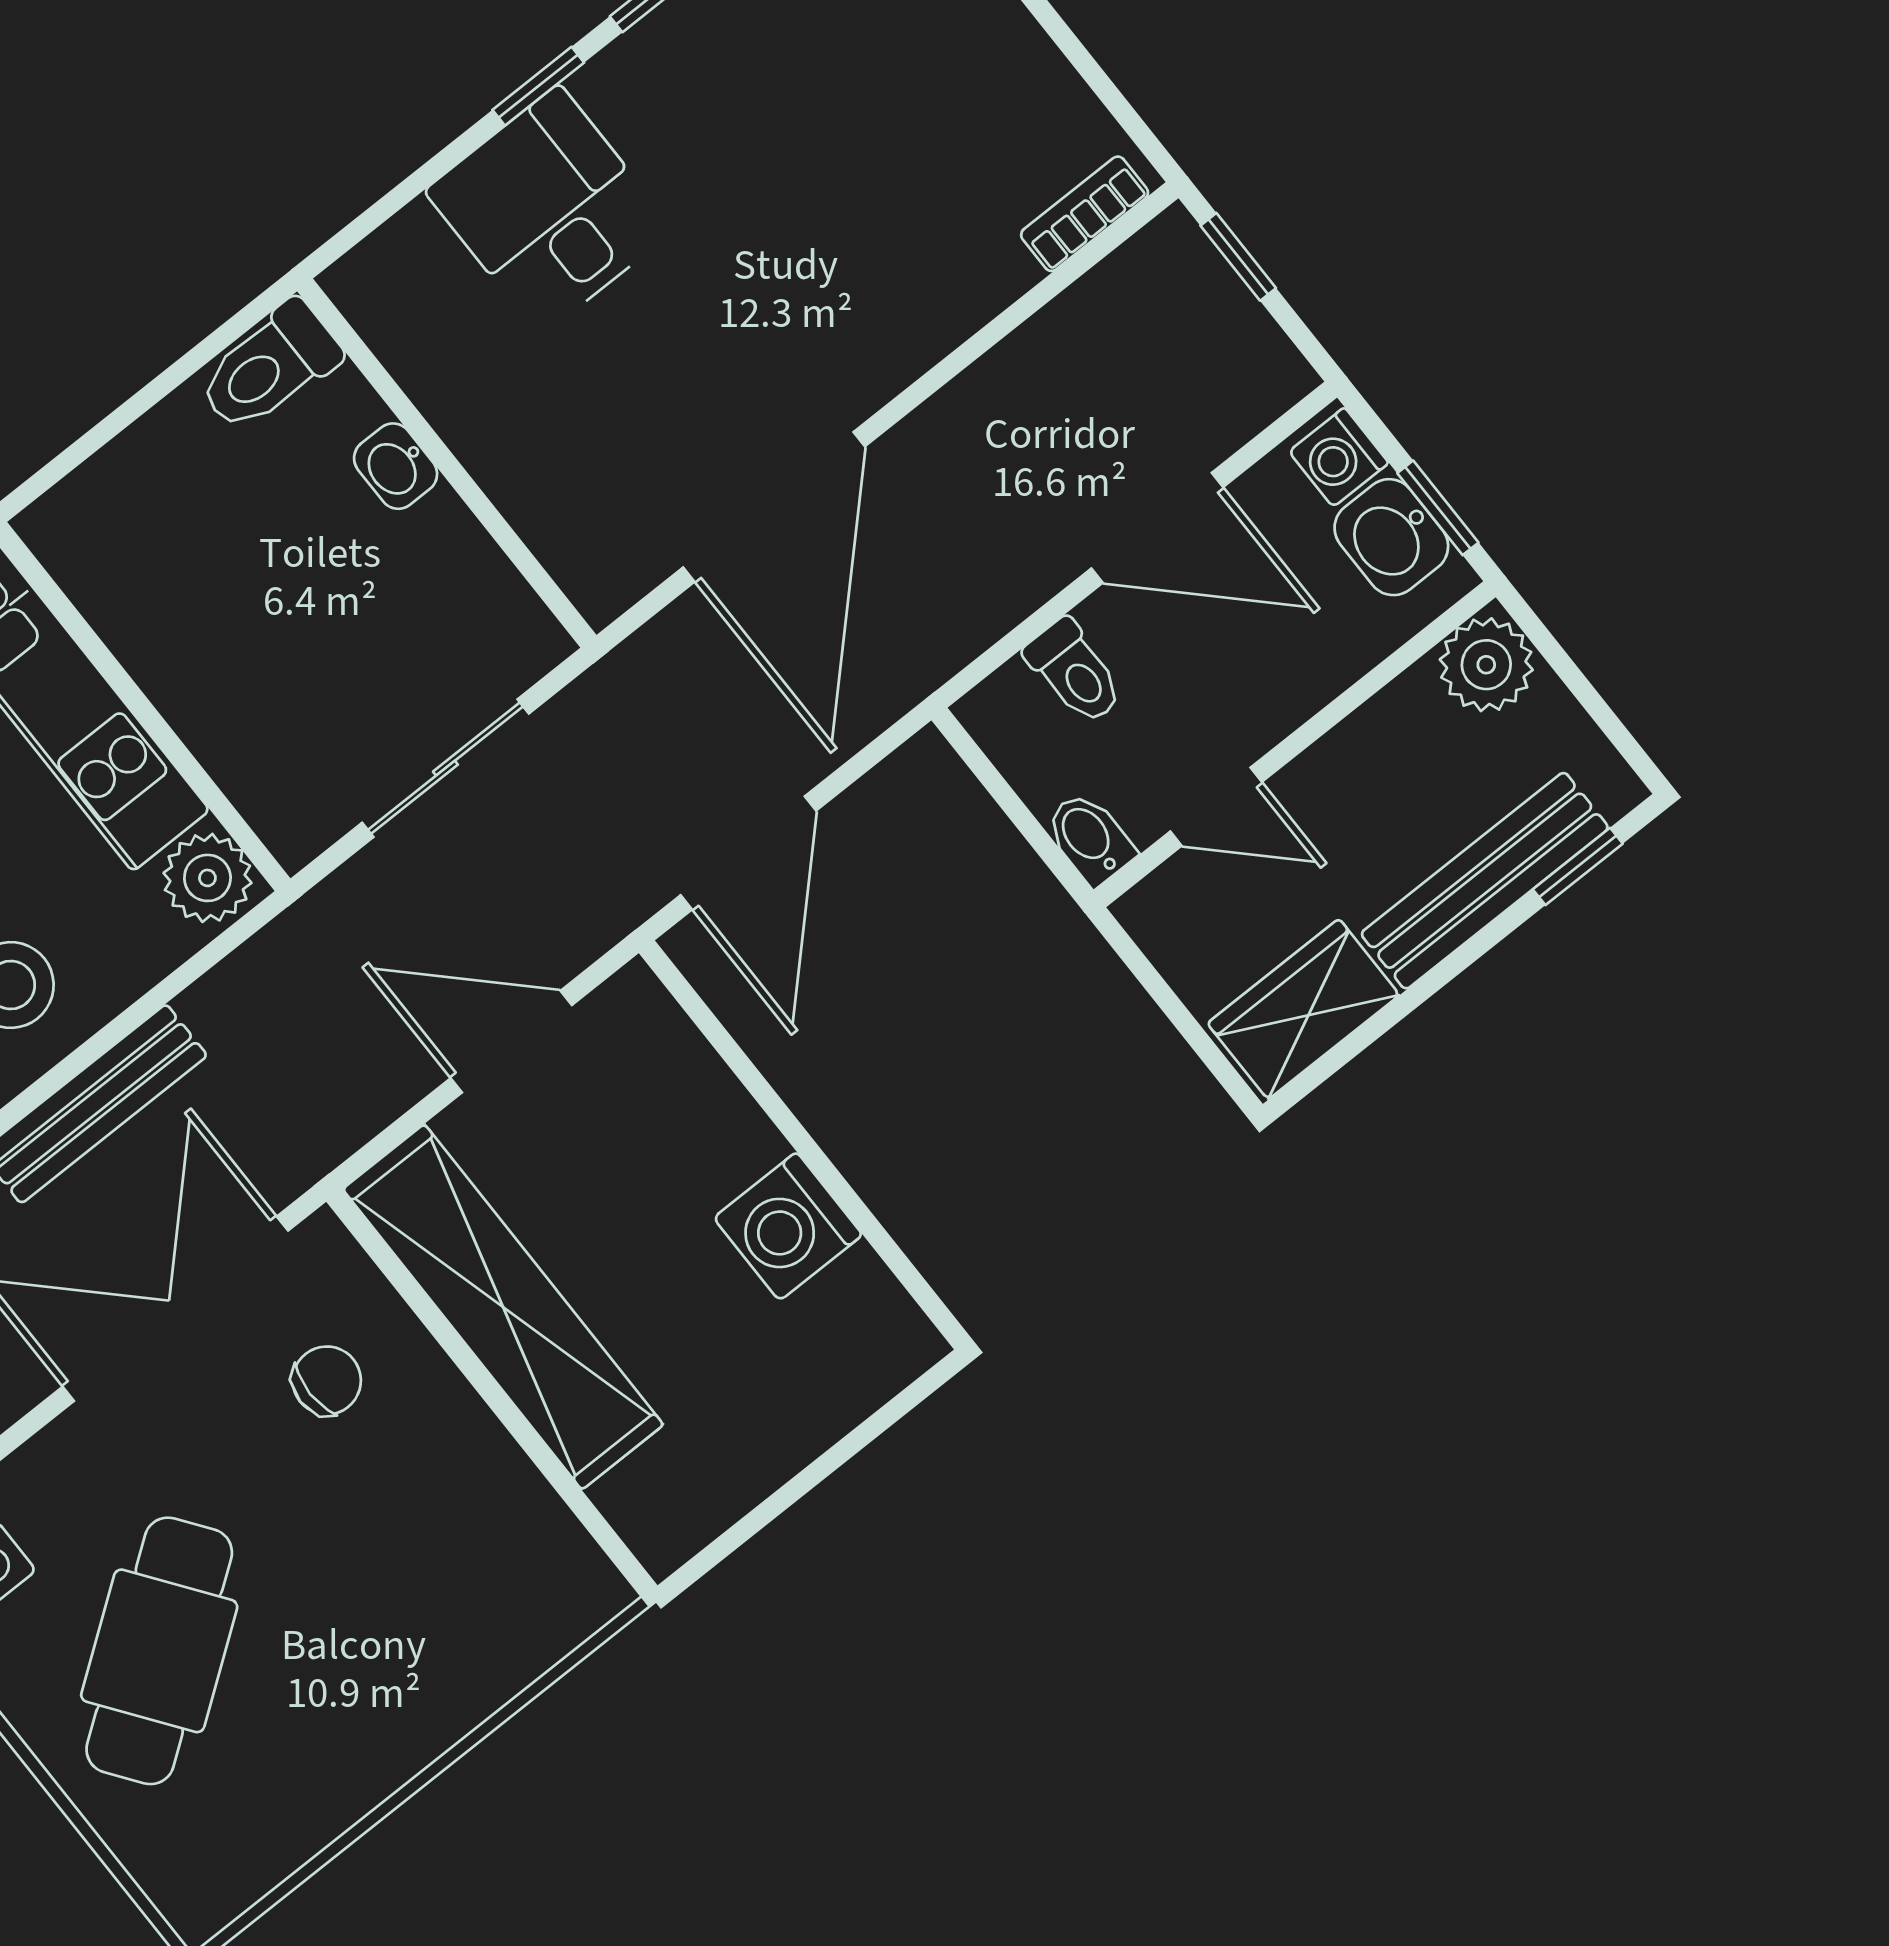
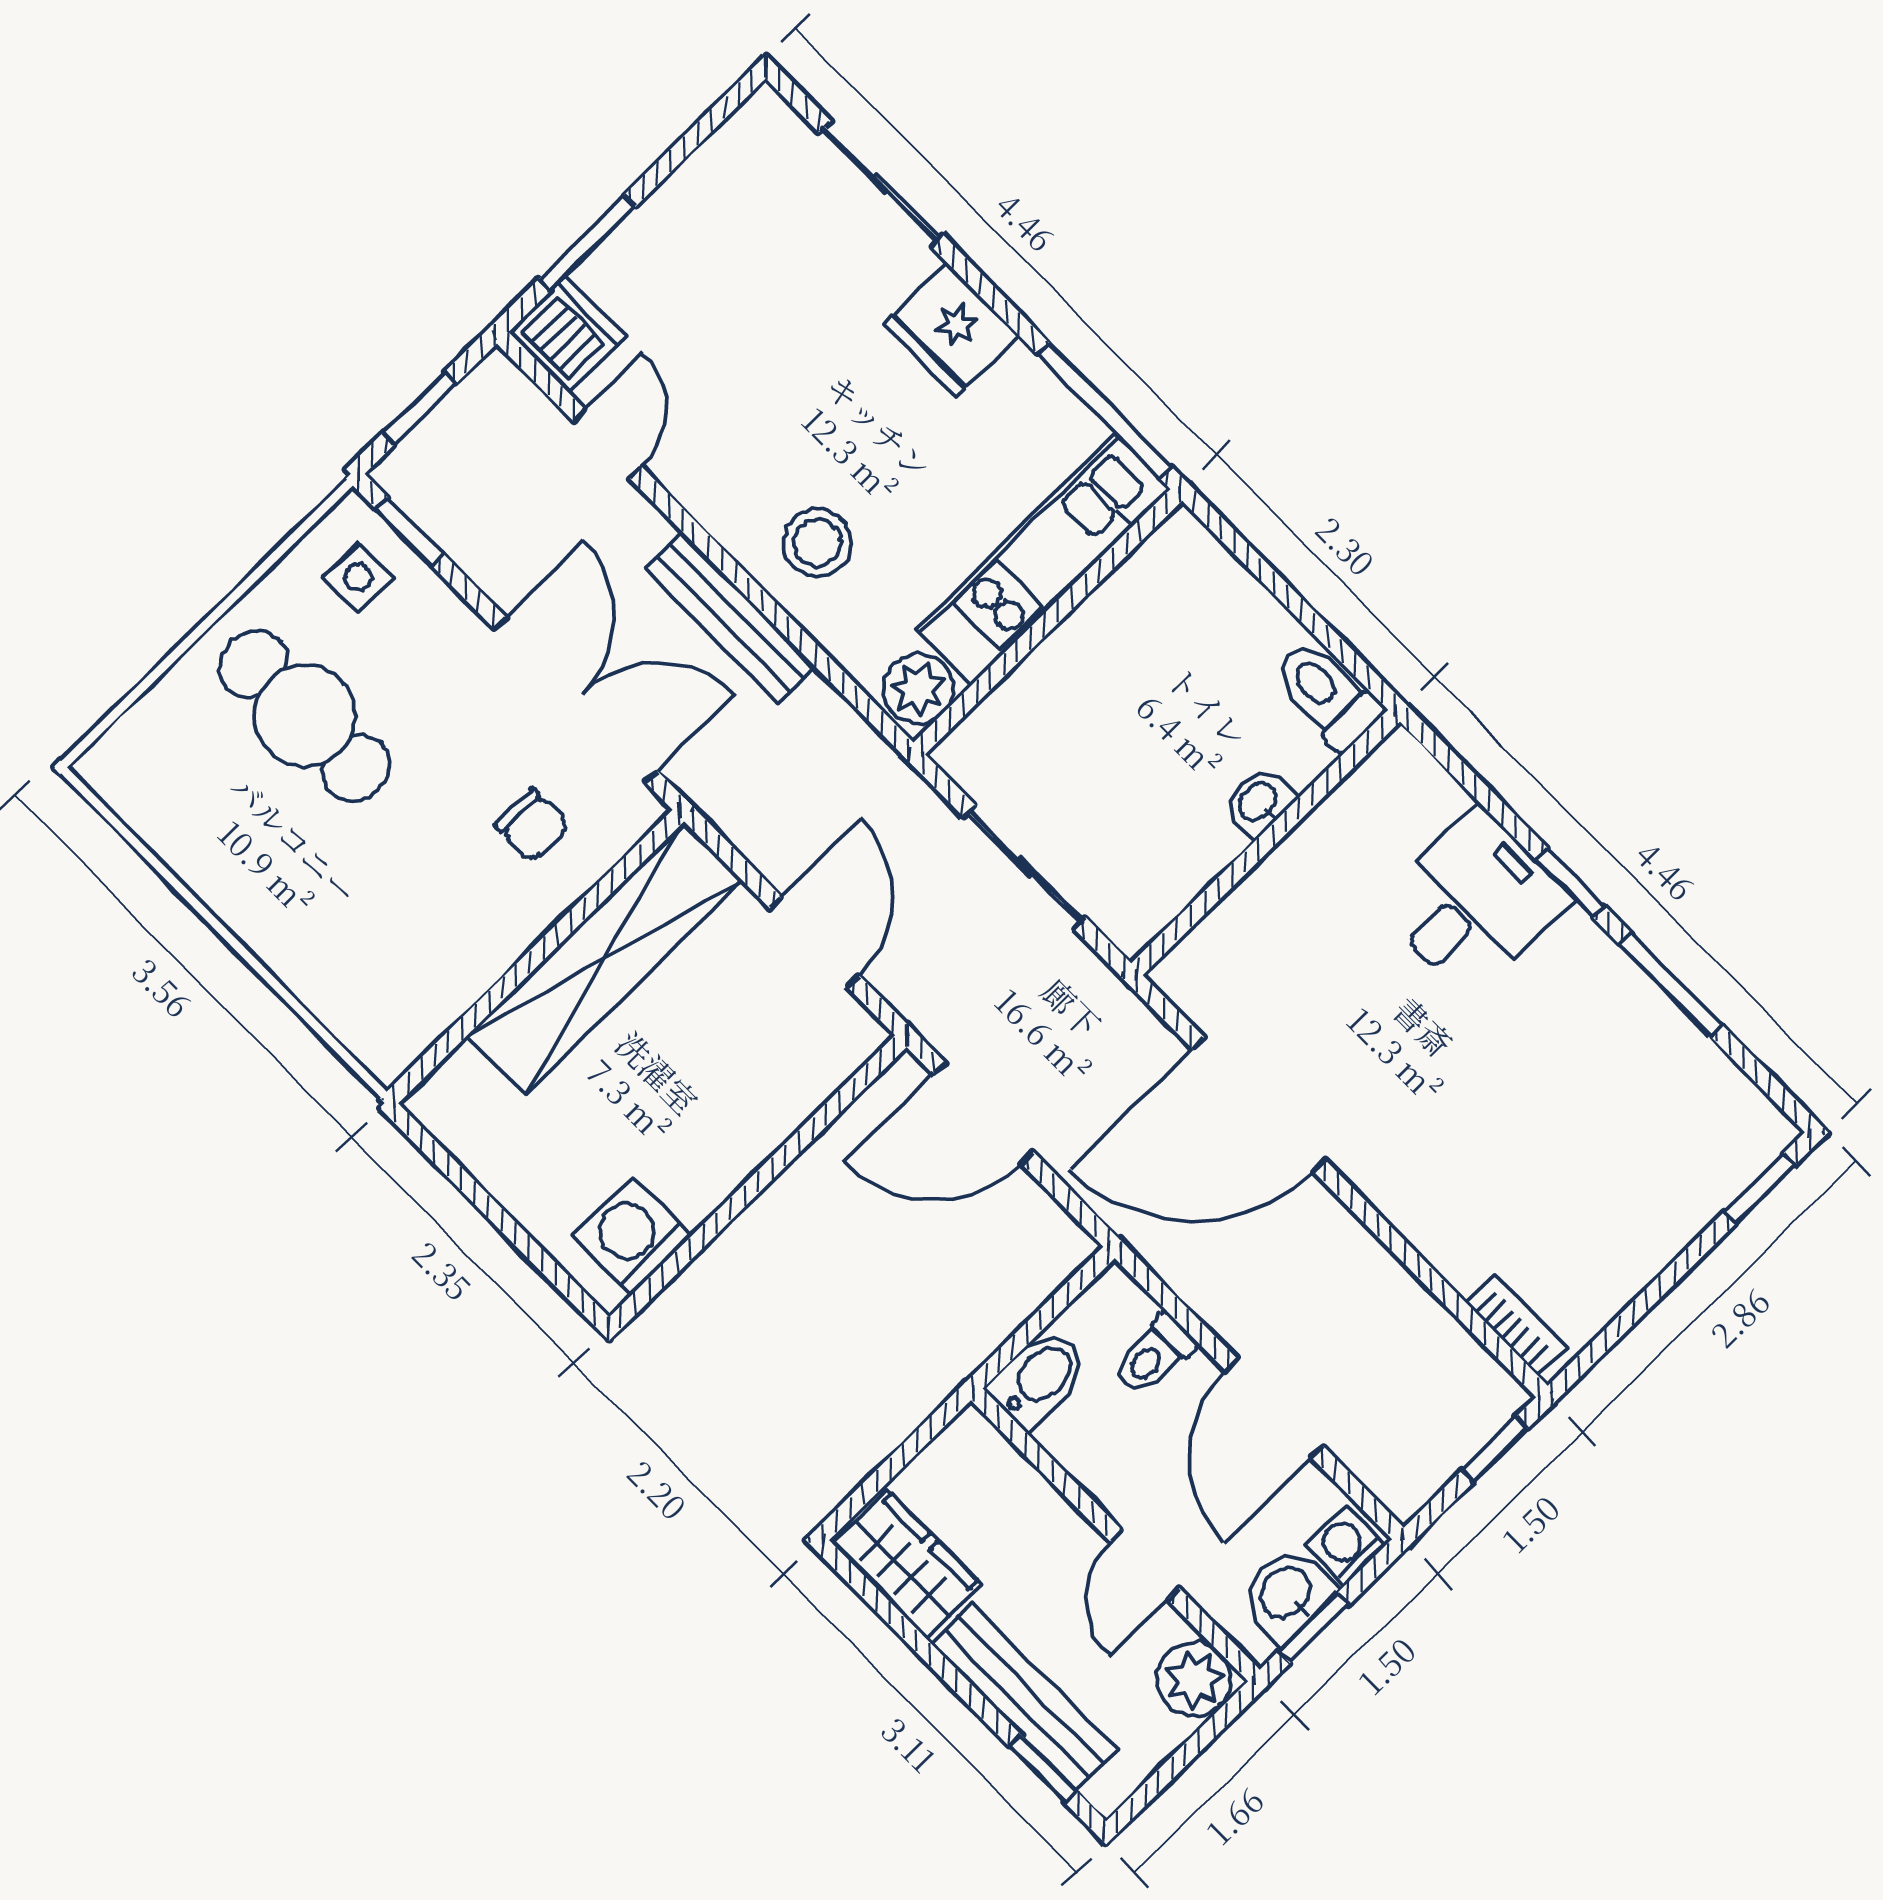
door: (1216, 807) -> (1145, 1565), moved
bidet: (1089, 838) -> (1039, 1379), width x1.38, depth x1.36
washing machine: (788, 1226) -> (632, 1236), moved
cafe table: (159, 1651) -> (305, 716), turned 36

